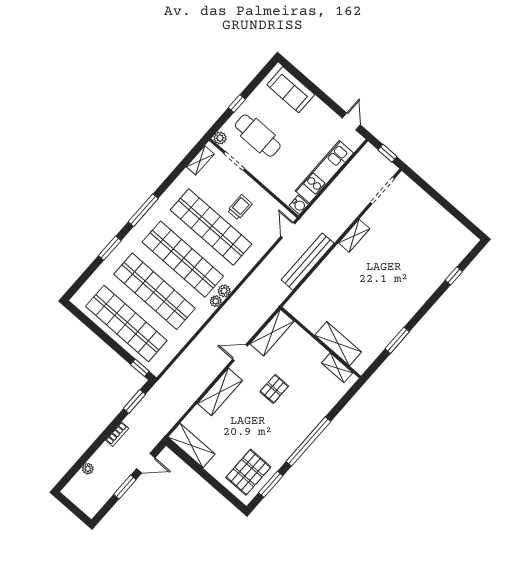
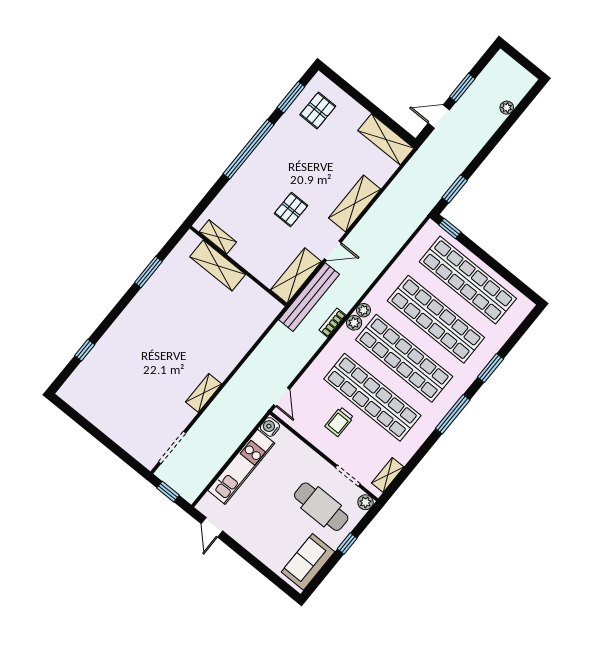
sofa: (291, 90) -> (308, 562), moved, turned -90
bench: (308, 262) -> (309, 297), moved
bookcase: (117, 434) -> (332, 323), moved
pallet: (248, 472) -> (318, 110), width x0.67, depth x0.71

